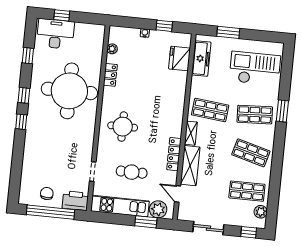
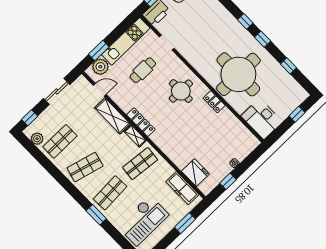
desk: (55, 34) -> (262, 119), moved, turned 90
plant: (112, 49) -> (243, 130), removed
locker: (110, 75) -> (214, 102), moved
locker: (174, 154) -> (141, 122), moved

